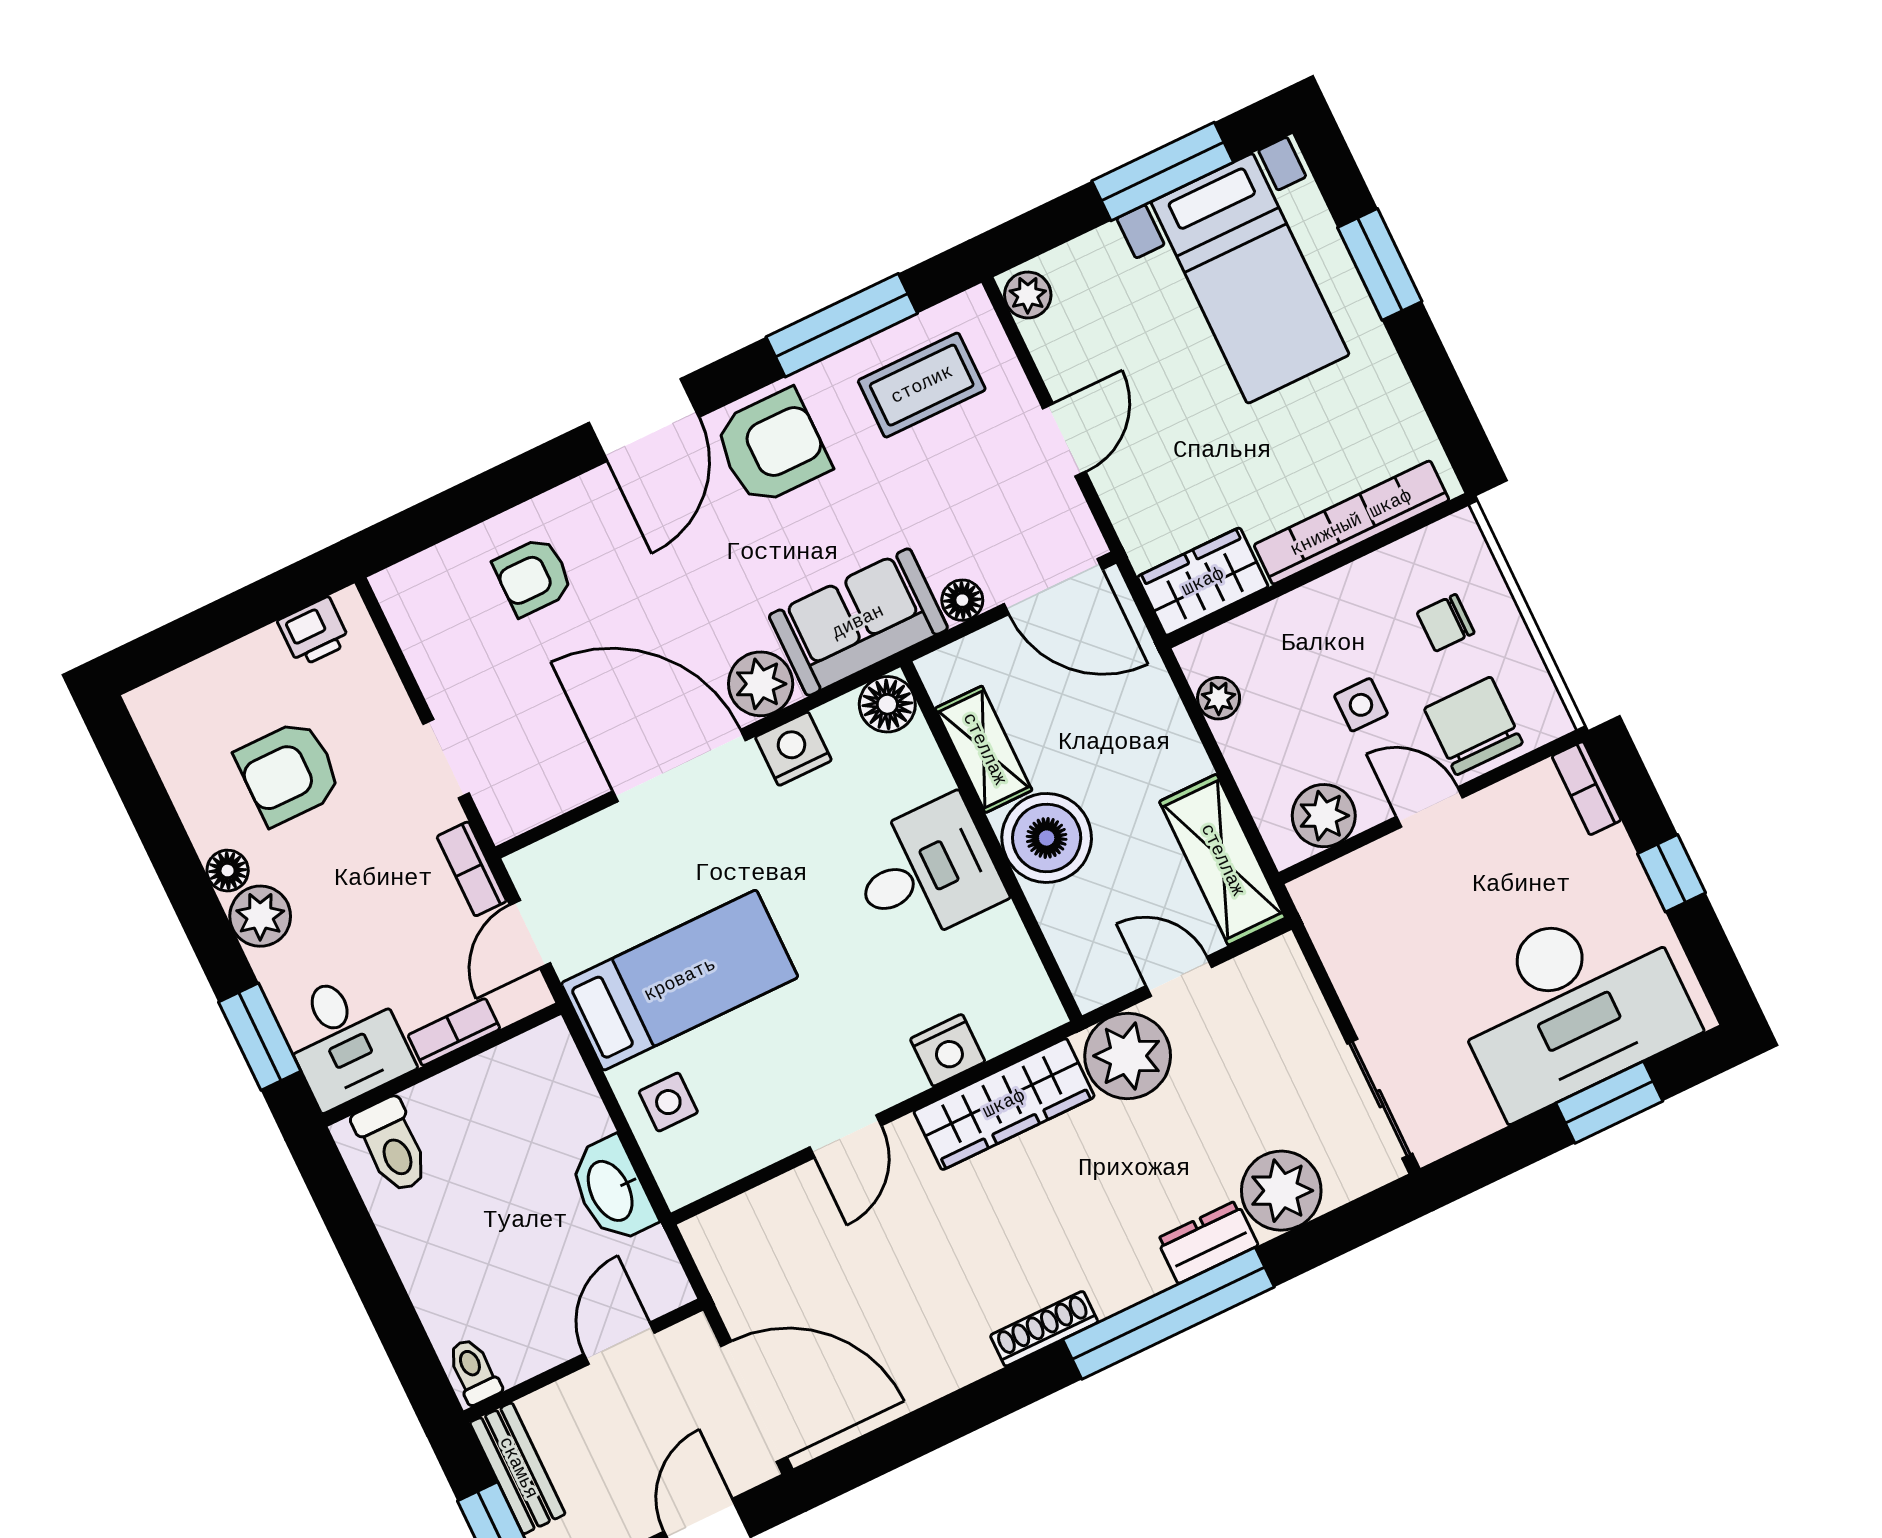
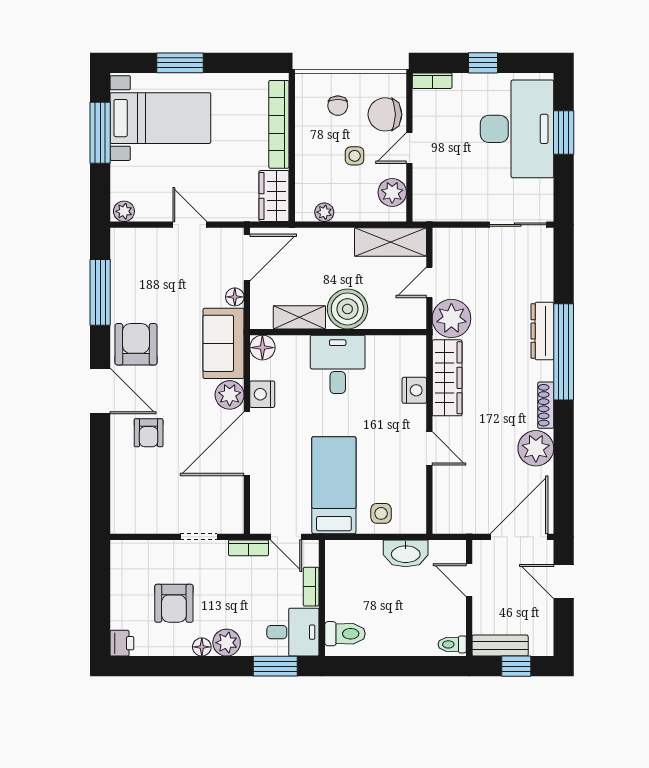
coffee table: (922, 385) -> (140, 272), removed
armchair: (533, 577) -> (149, 433), moved
printer: (314, 632) -> (122, 643), moved
plant: (1281, 1191) -> (536, 448), moved
dresser: (1207, 1242) -> (542, 331), width x1.44

